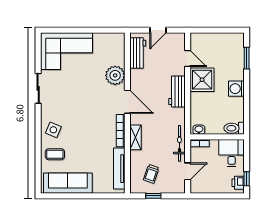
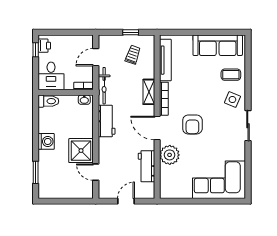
workbench: (138, 53) -> (146, 166), moved
sliding door: (38, 88) -> (248, 126), moved
workbench: (177, 91) -> (107, 121), moved
armchair: (93, 105) -> (192, 125), added

